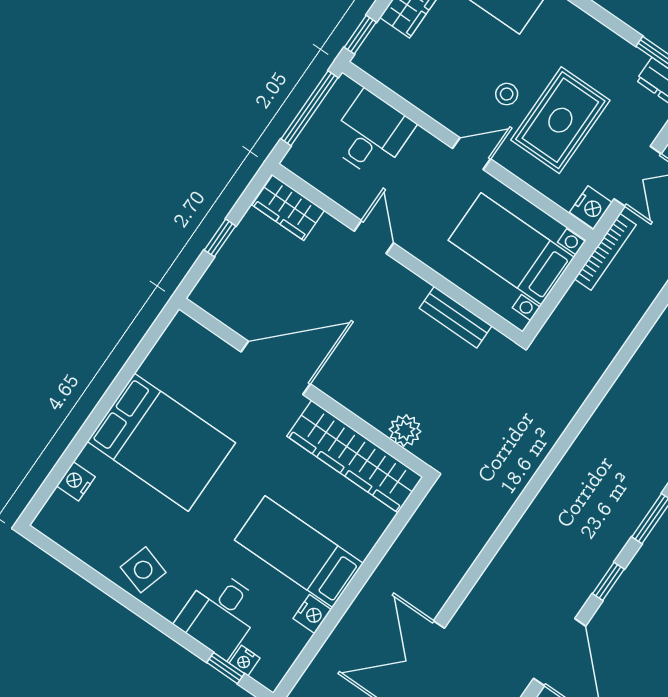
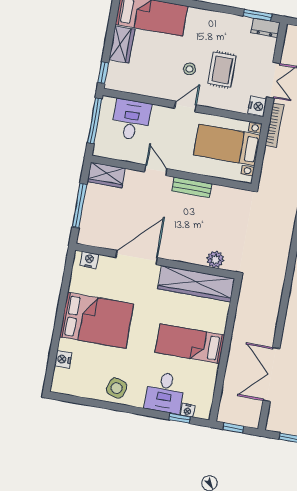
rug: (560, 120) -> (222, 70), width x0.73, depth x0.70
window: (220, 238) -> (80, 206), width x2.17
bench: (456, 317) -> (192, 187), moved
nightstand: (312, 614) -> (89, 260), moved, turned -90

